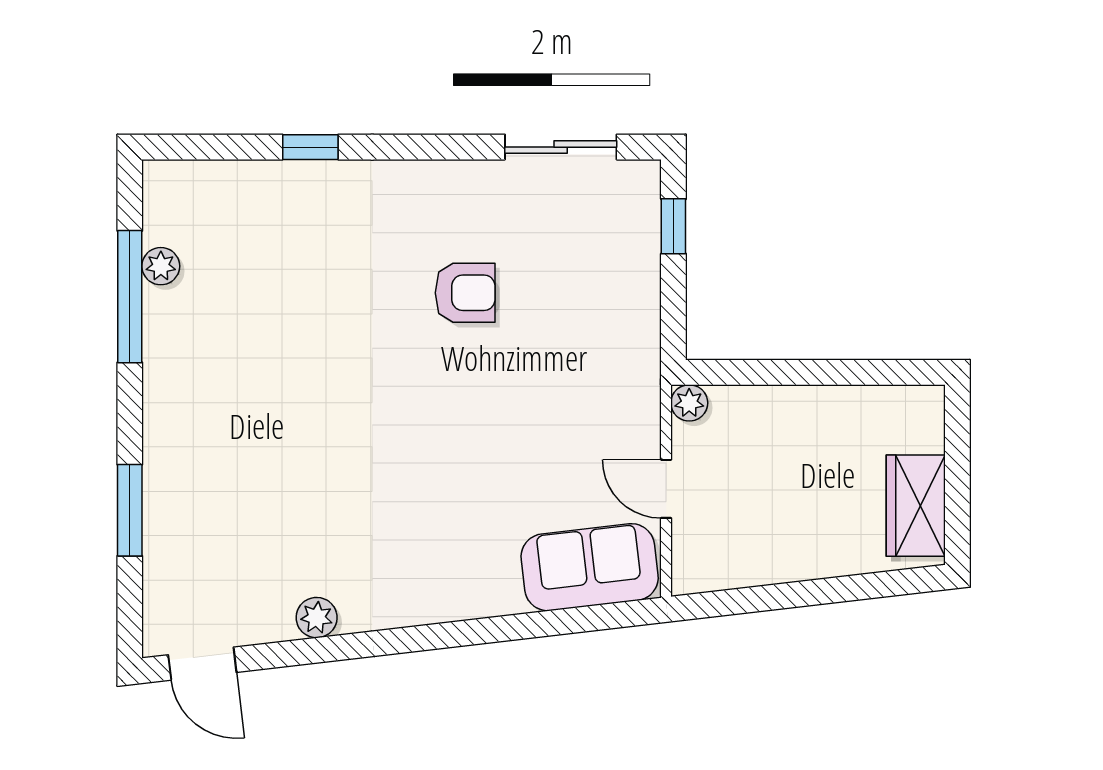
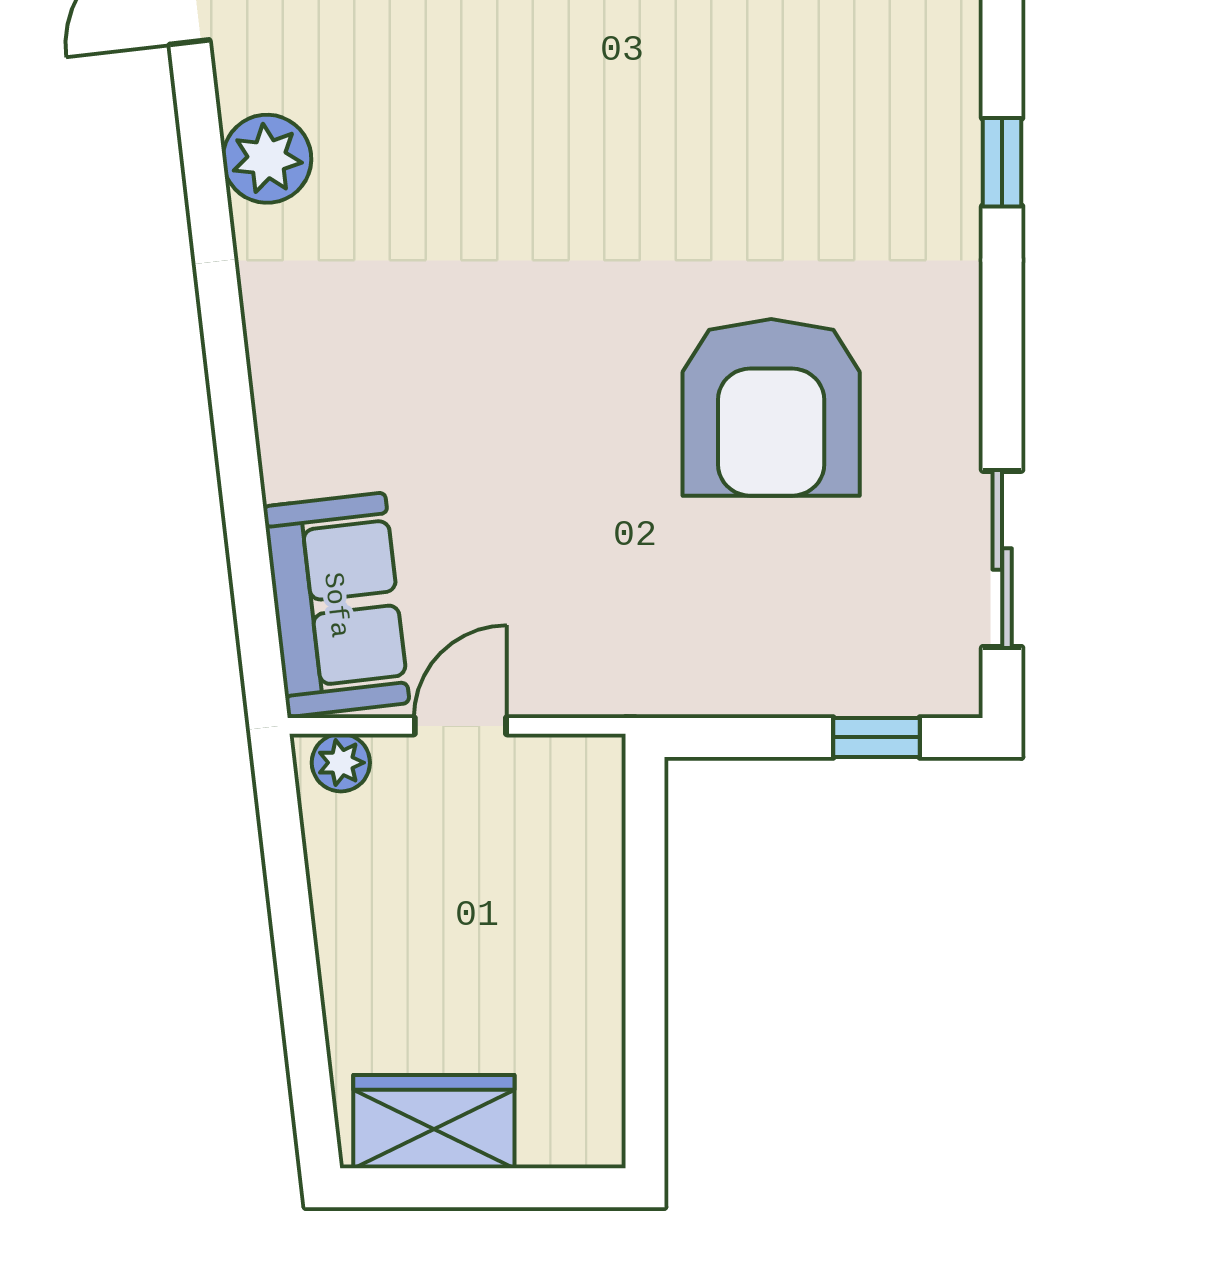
armchair: (465, 293) -> (771, 407), width x1.88, depth x1.88
plant: (689, 403) -> (341, 763), moved
plant: (317, 618) -> (267, 159), width x1.38, depth x1.38

